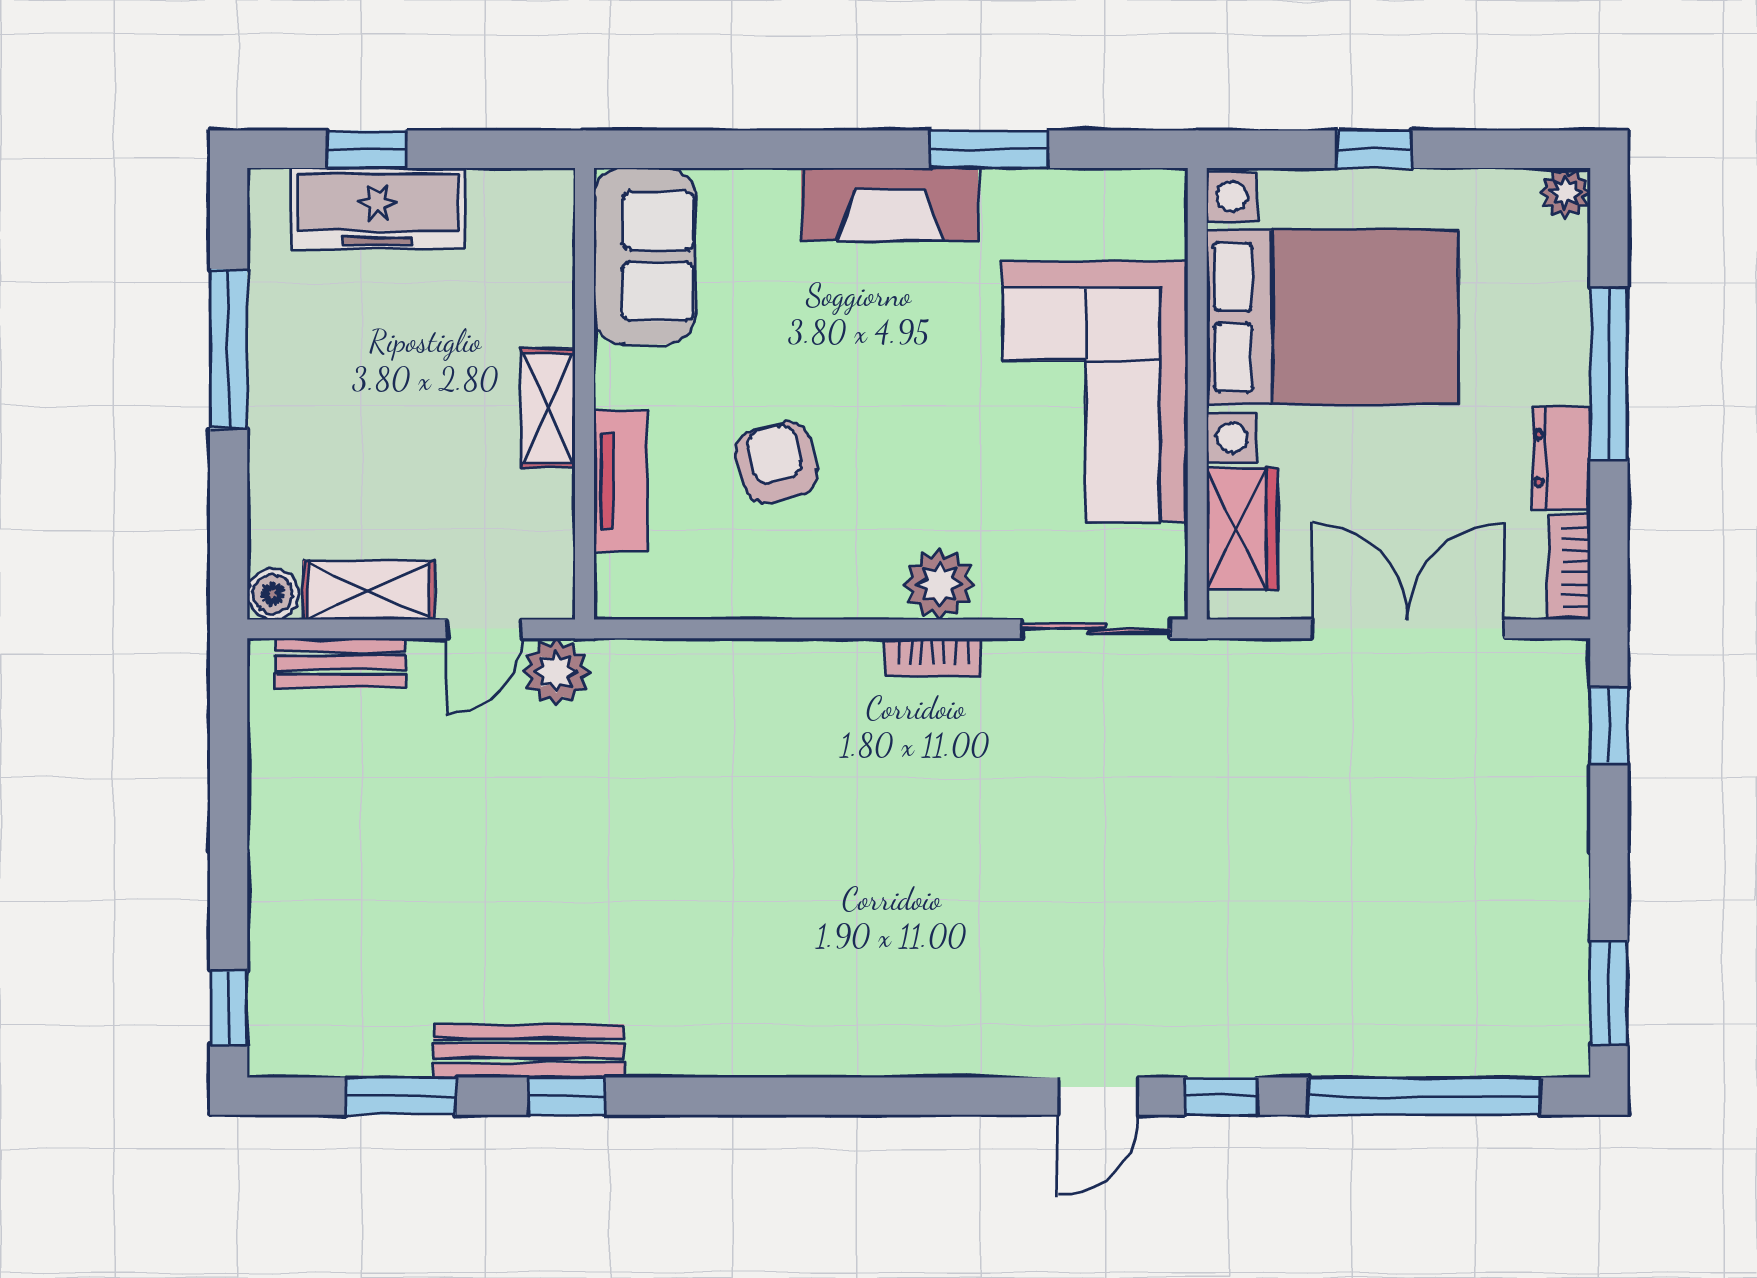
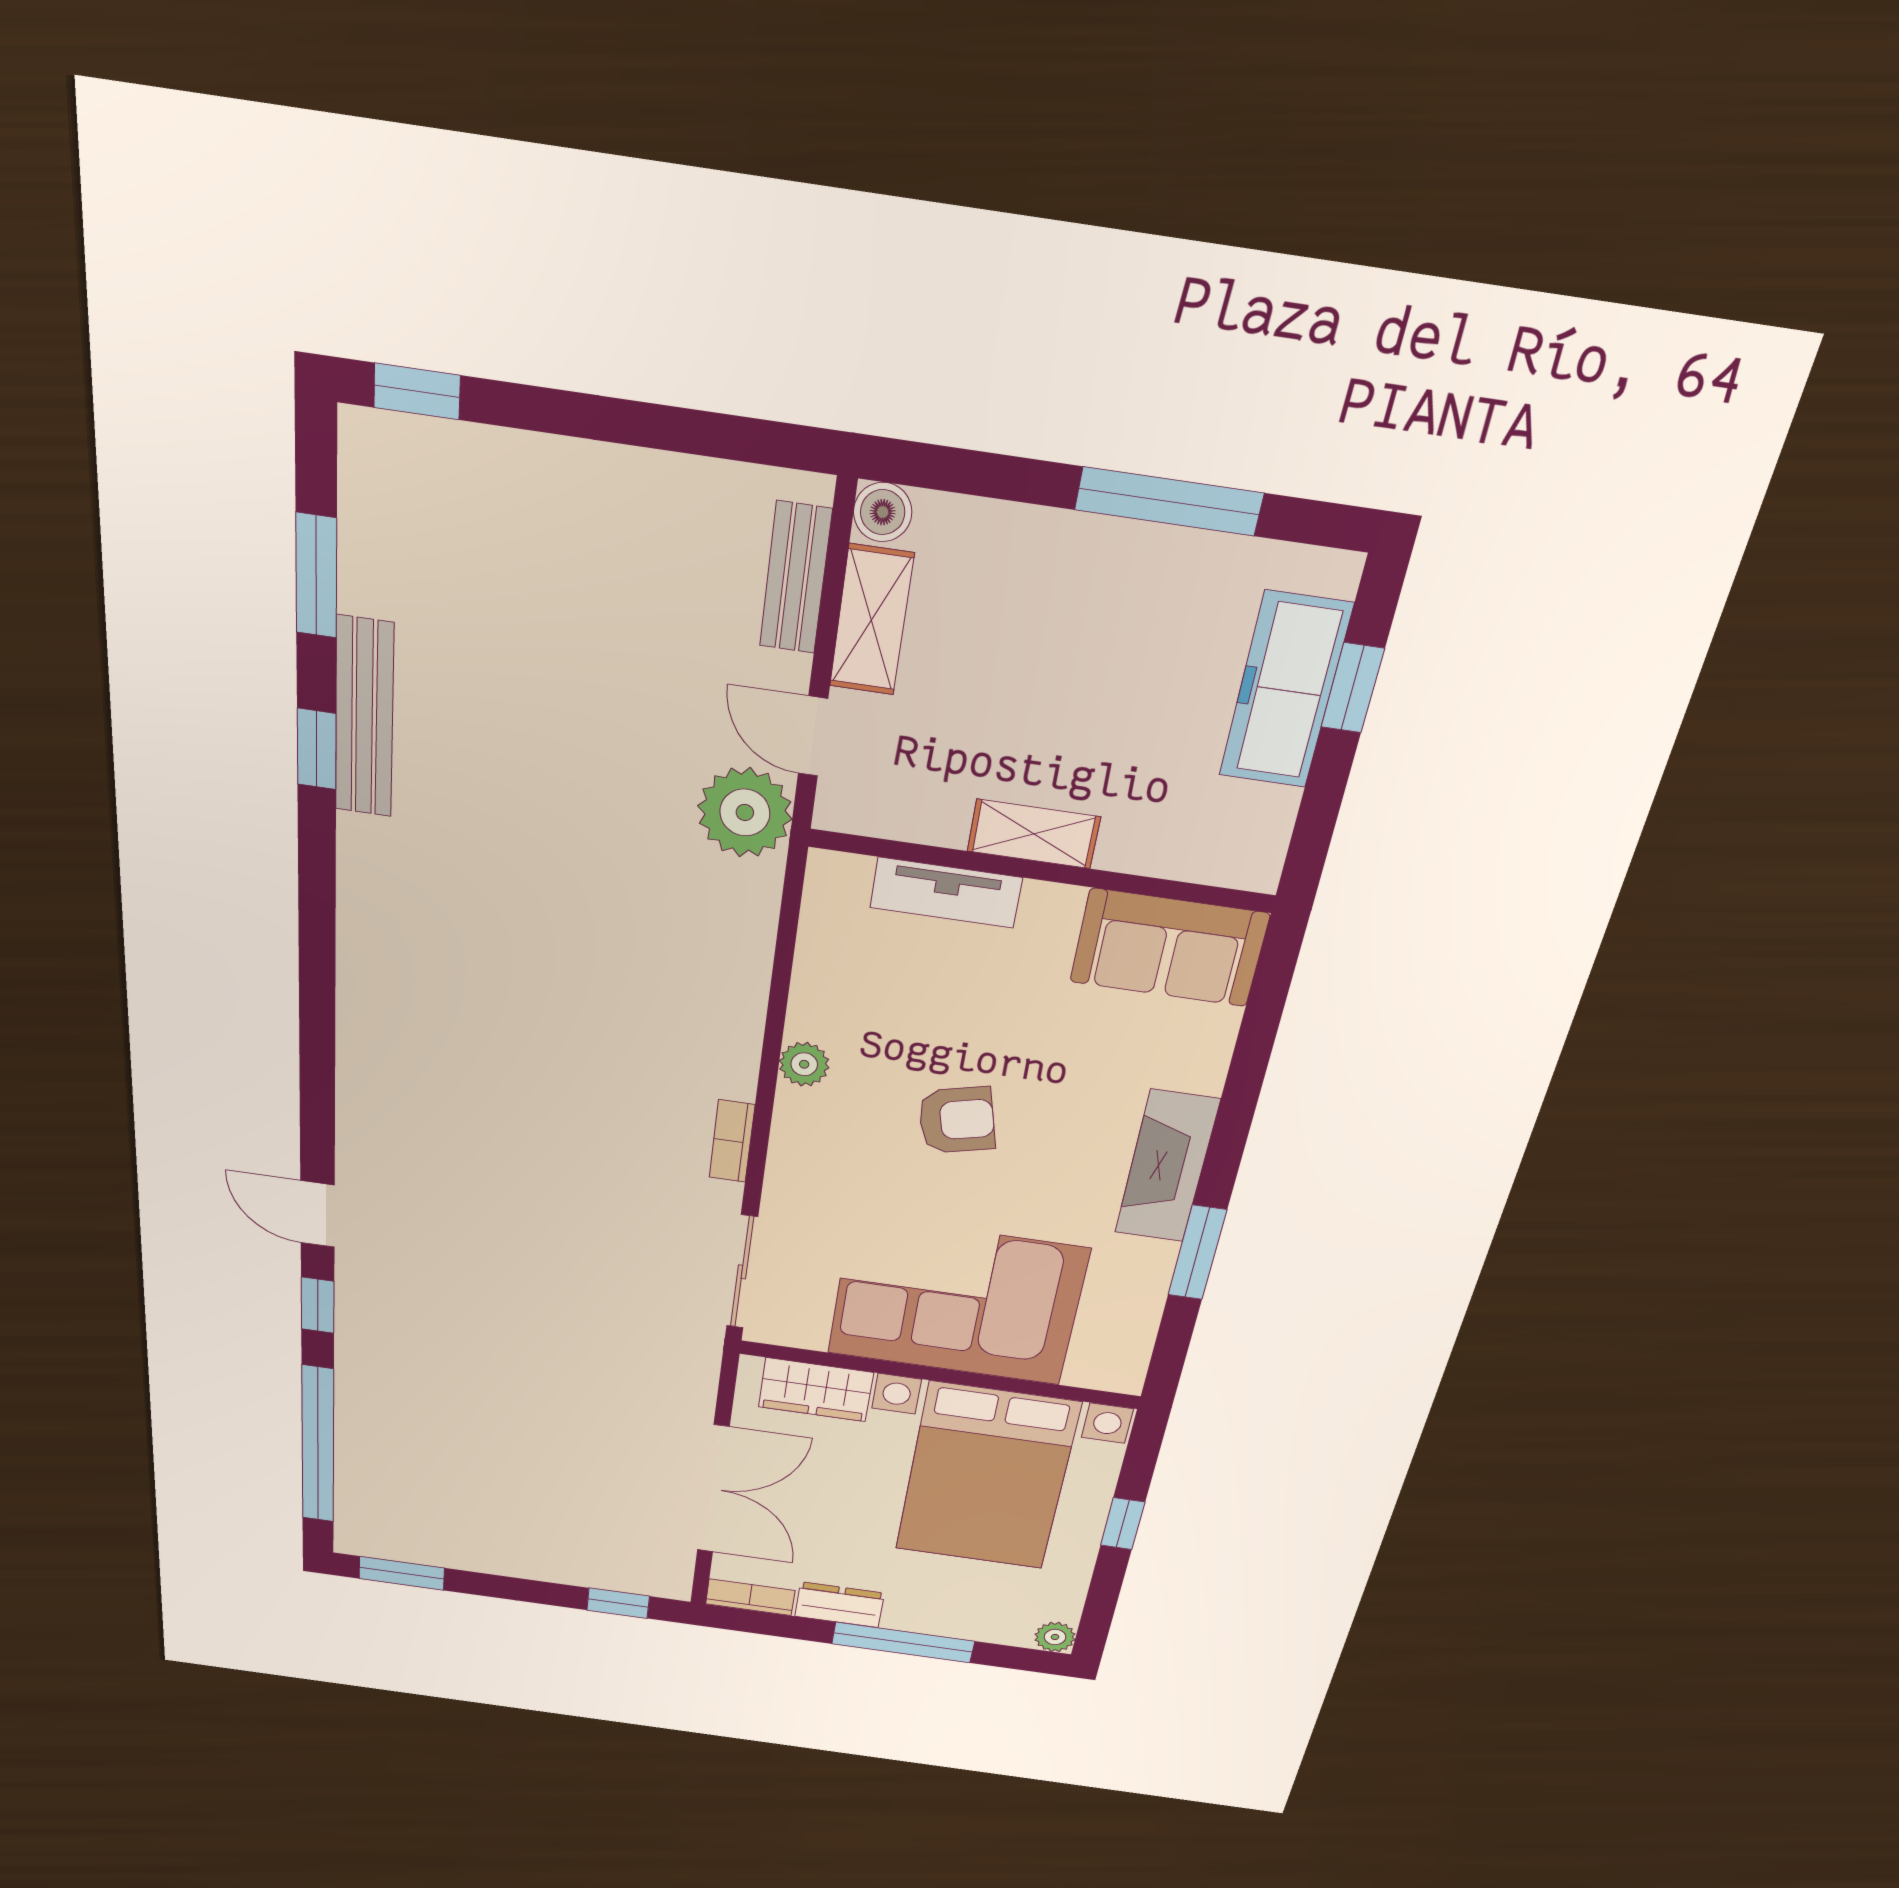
armchair: (777, 463) -> (957, 1120), moved
plant: (939, 584) -> (804, 1064), moved, width x0.73, depth x0.73
plant: (556, 672) -> (745, 812), width x1.36, depth x1.36

